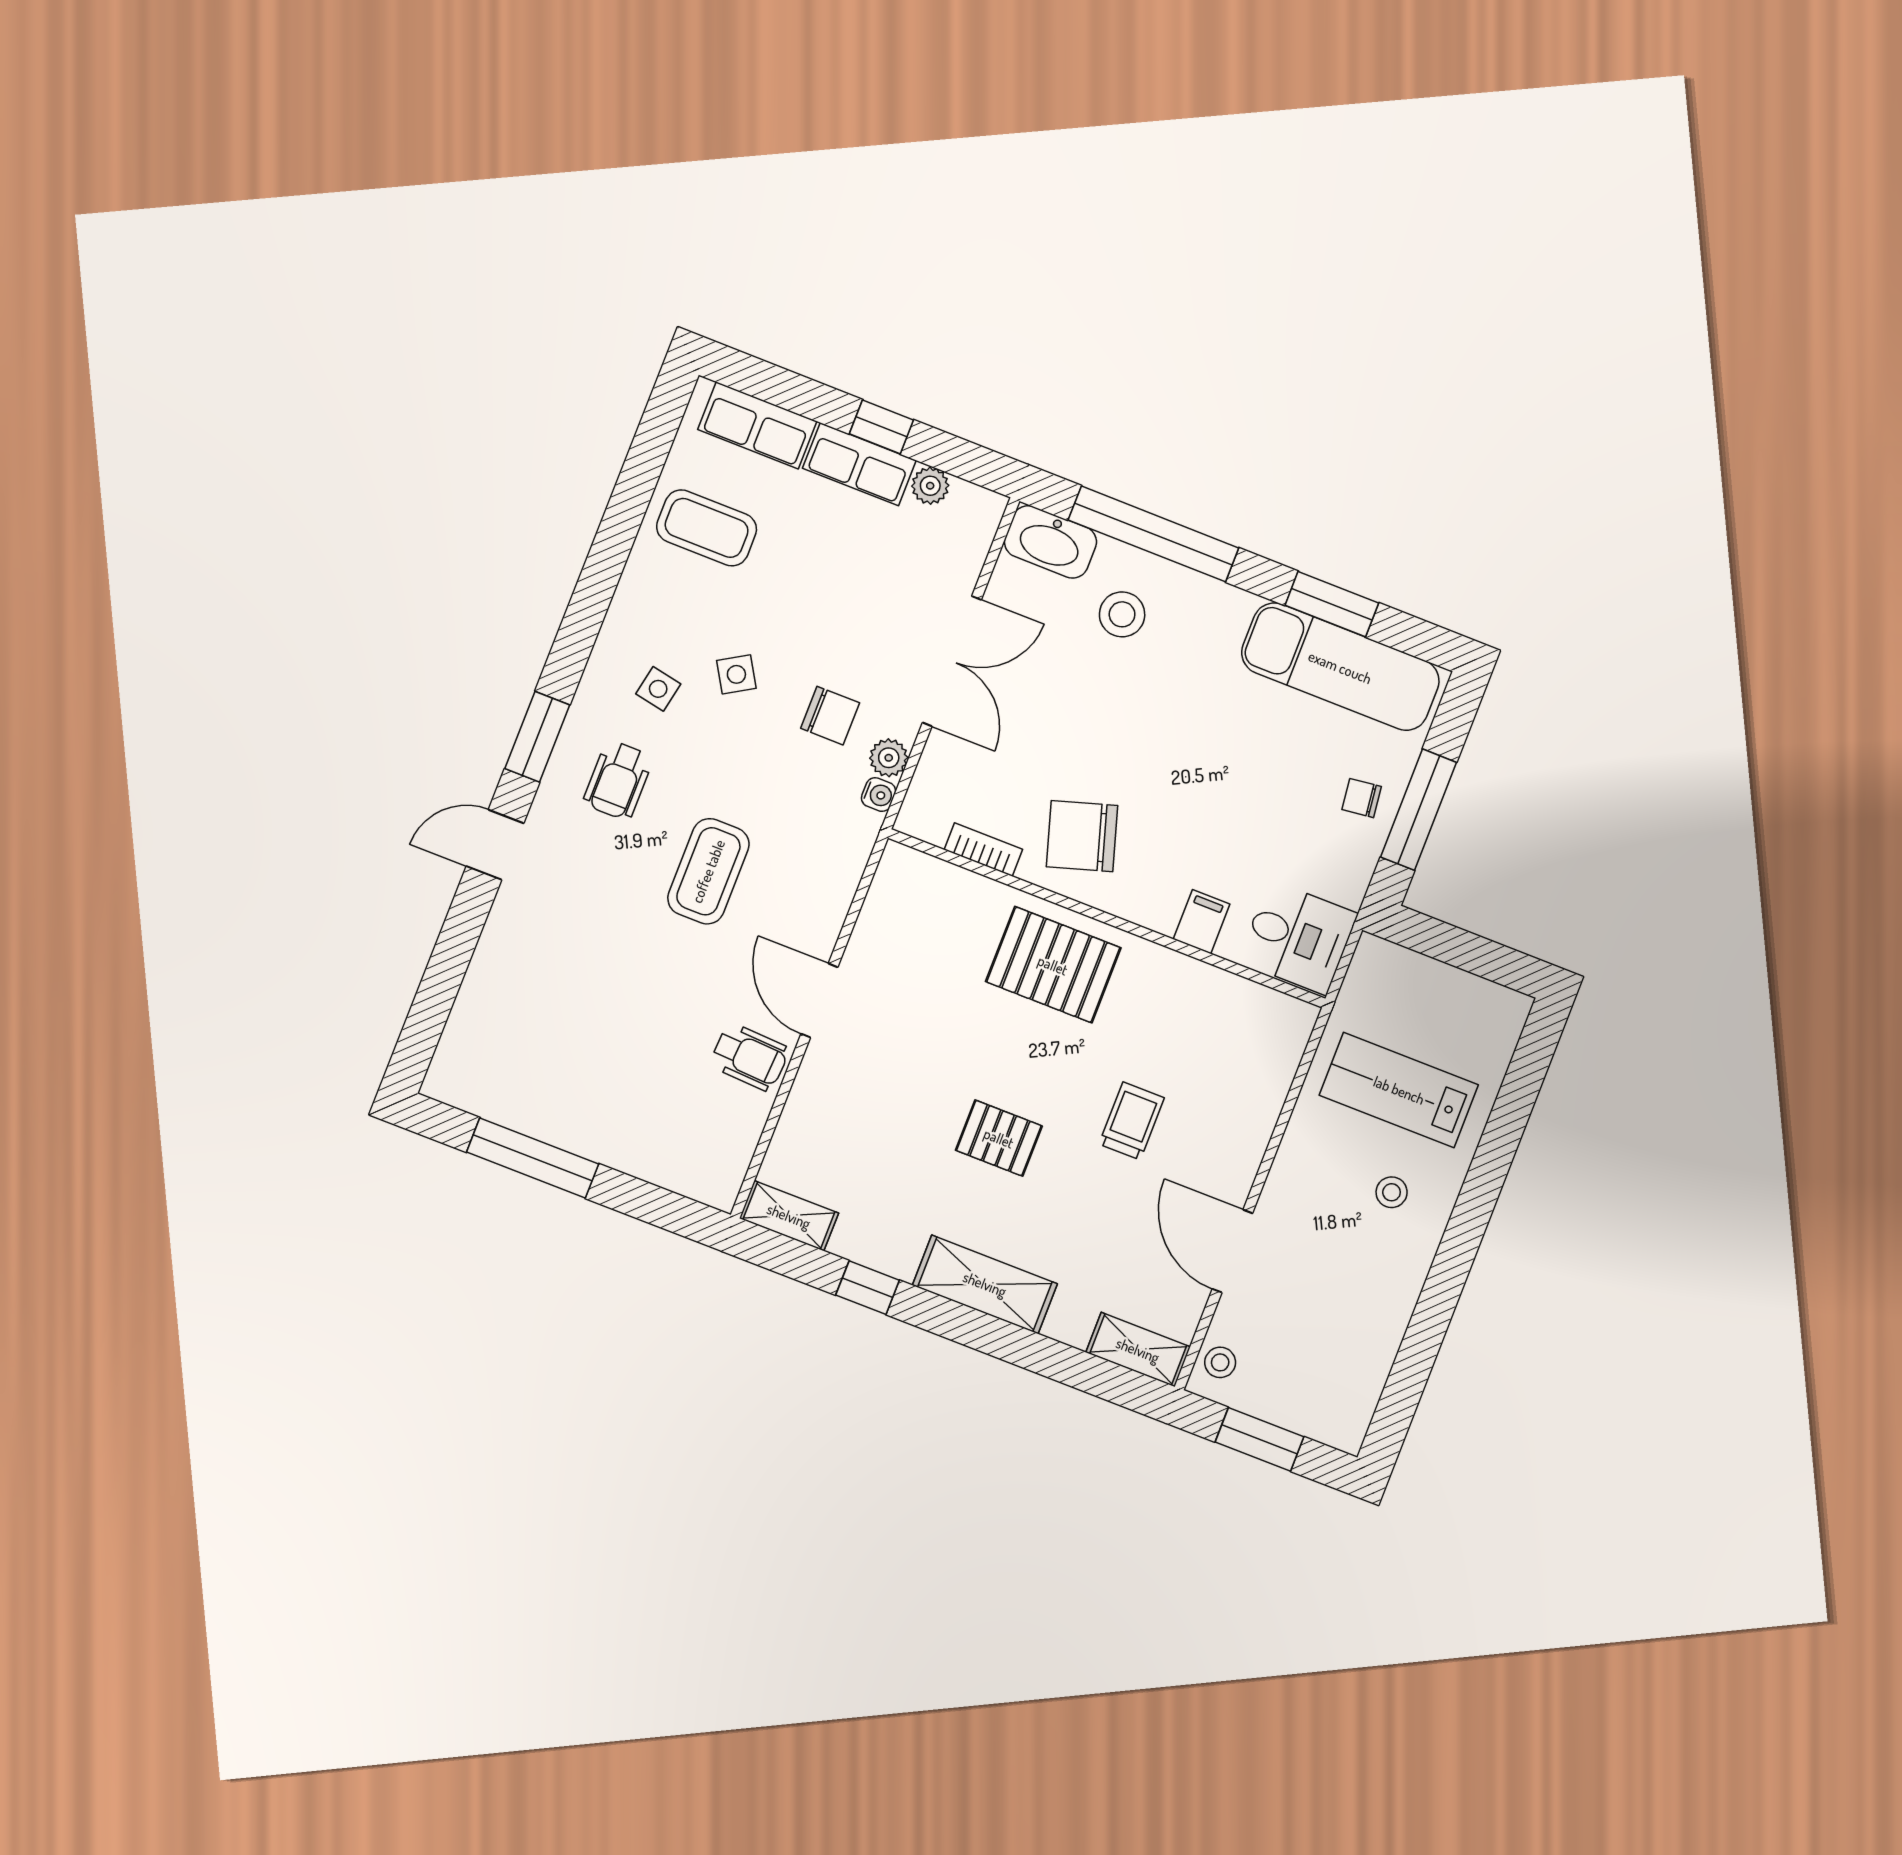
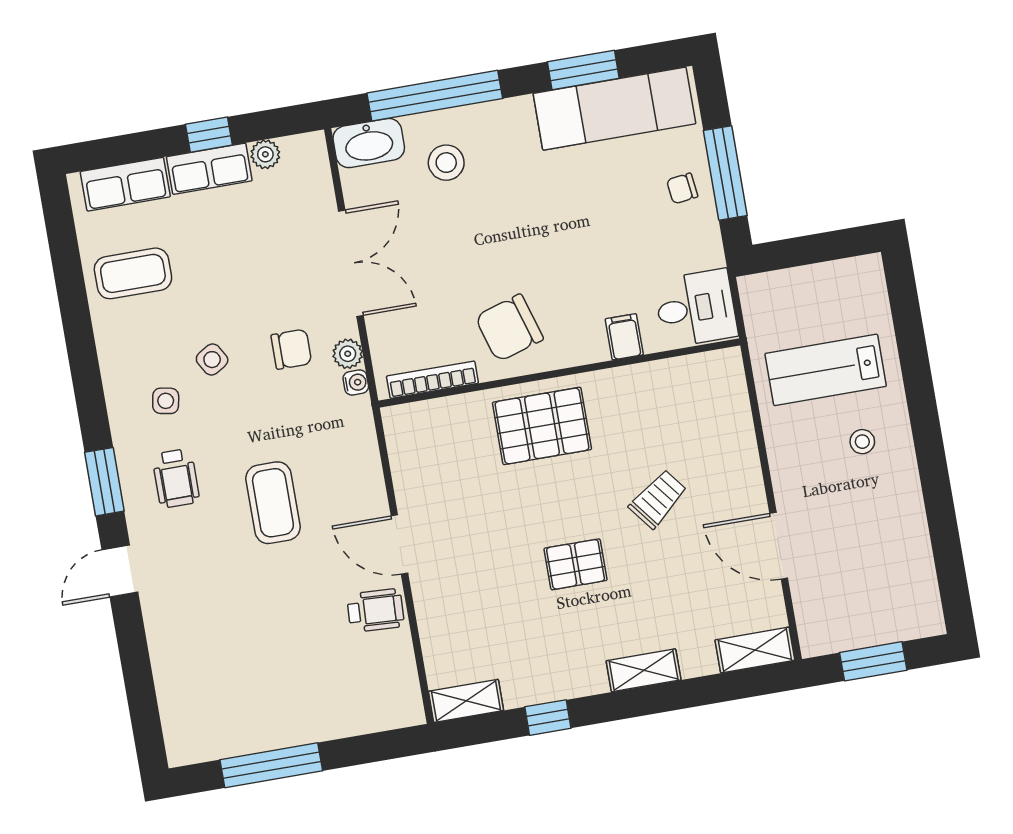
bookcase: (983, 849) -> (432, 380), width x1.56
trolley: (1132, 1121) -> (658, 499), turned 52
shelving: (985, 1284) -> (644, 670), width x0.67, depth x0.75
stool: (1220, 1362) -> (815, 626), removed

